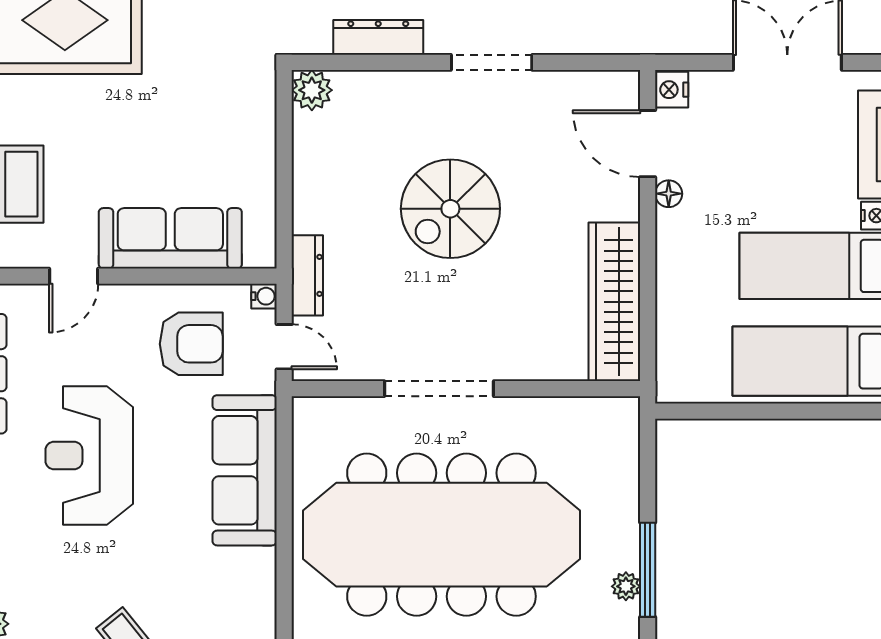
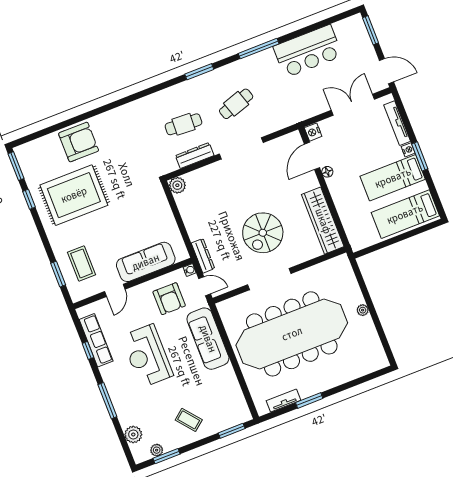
doorway: (492, 62) -> (241, 148), width x1.36
door: (648, 144) -> (312, 156), hinge flipped
spiral stairs: (450, 209) -> (263, 233), moved
armchair: (191, 344) -> (169, 299), turned 90
window: (648, 570) -> (375, 317), removed
plant: (626, 586) -> (363, 310), moved

